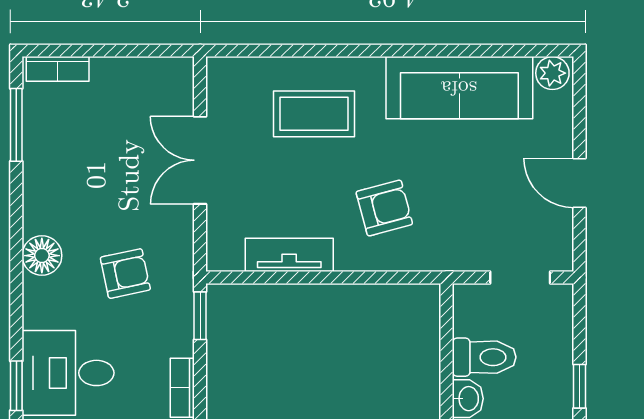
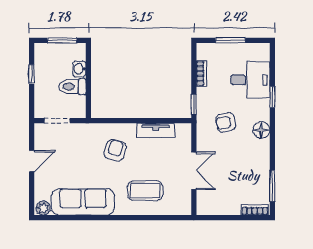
door: (579, 183) -> (32, 161), hinge flipped
armchair: (384, 208) -> (115, 150), turned 121
window: (16, 386) -> (272, 97), moved

